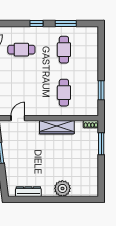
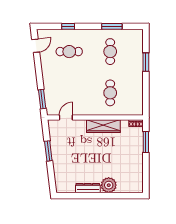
window: (37, 23) -> (68, 26), moved
window: (101, 90) -> (146, 62), moved
dresser: (28, 192) -> (88, 188), moved

